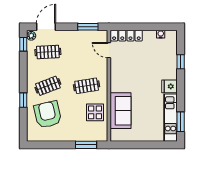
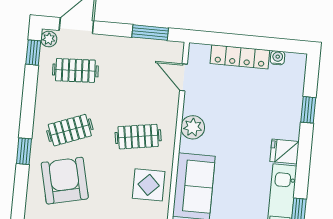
locker: (126, 36) -> (240, 57), moved
plant: (117, 78) -> (193, 127), added

